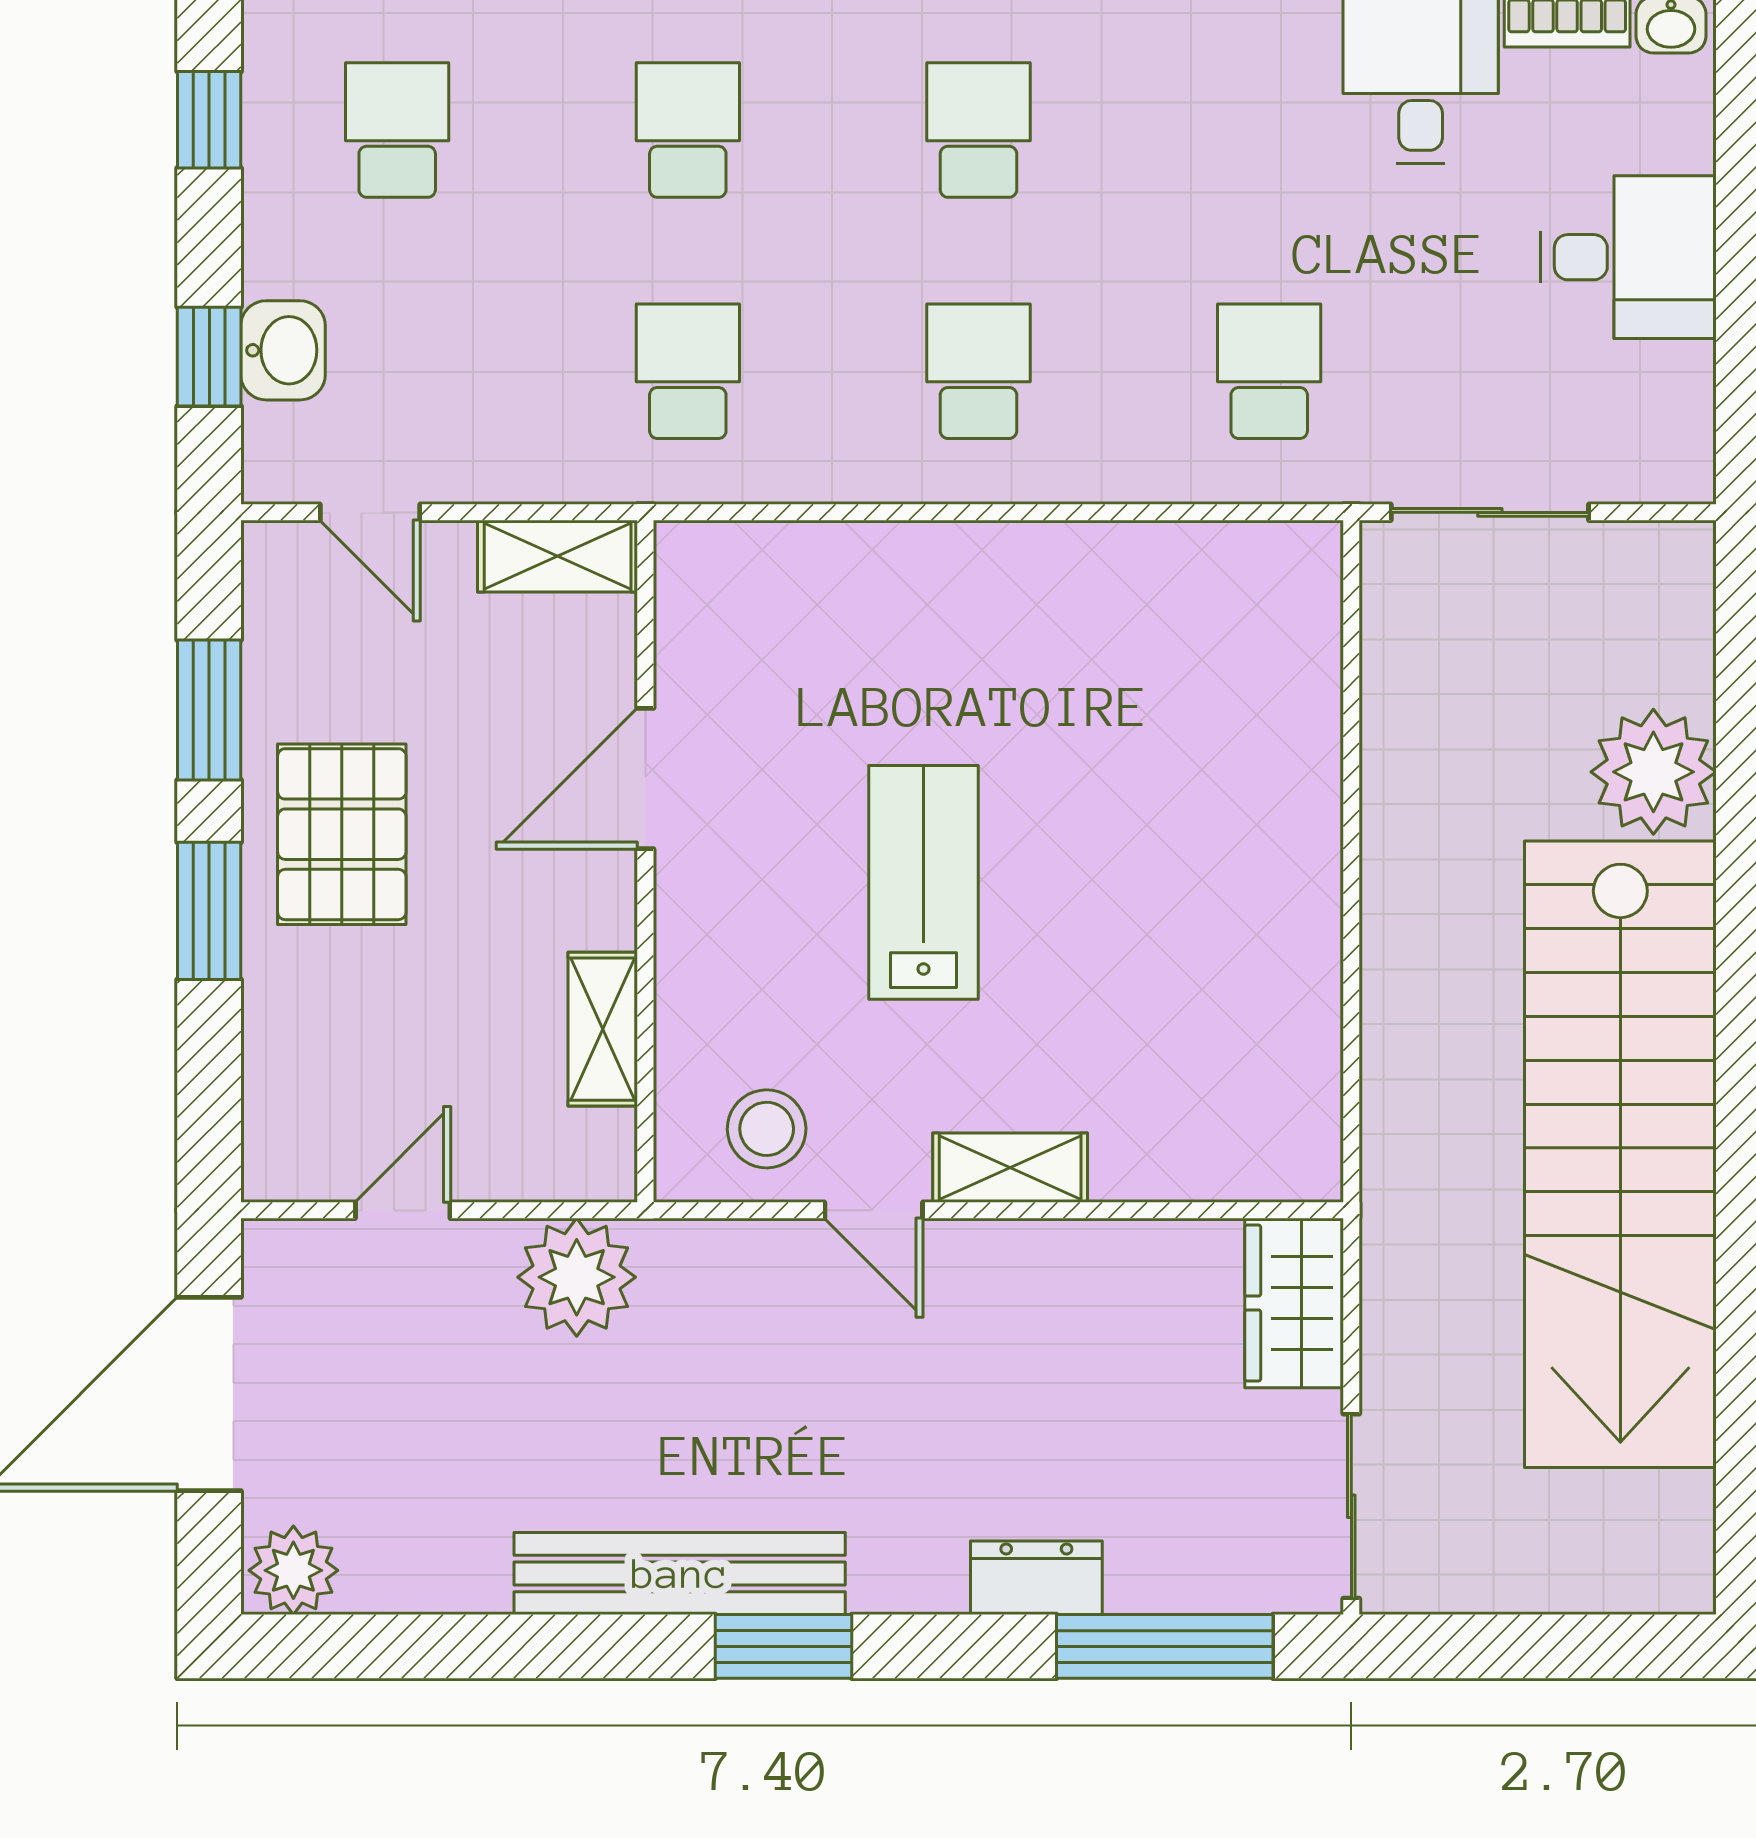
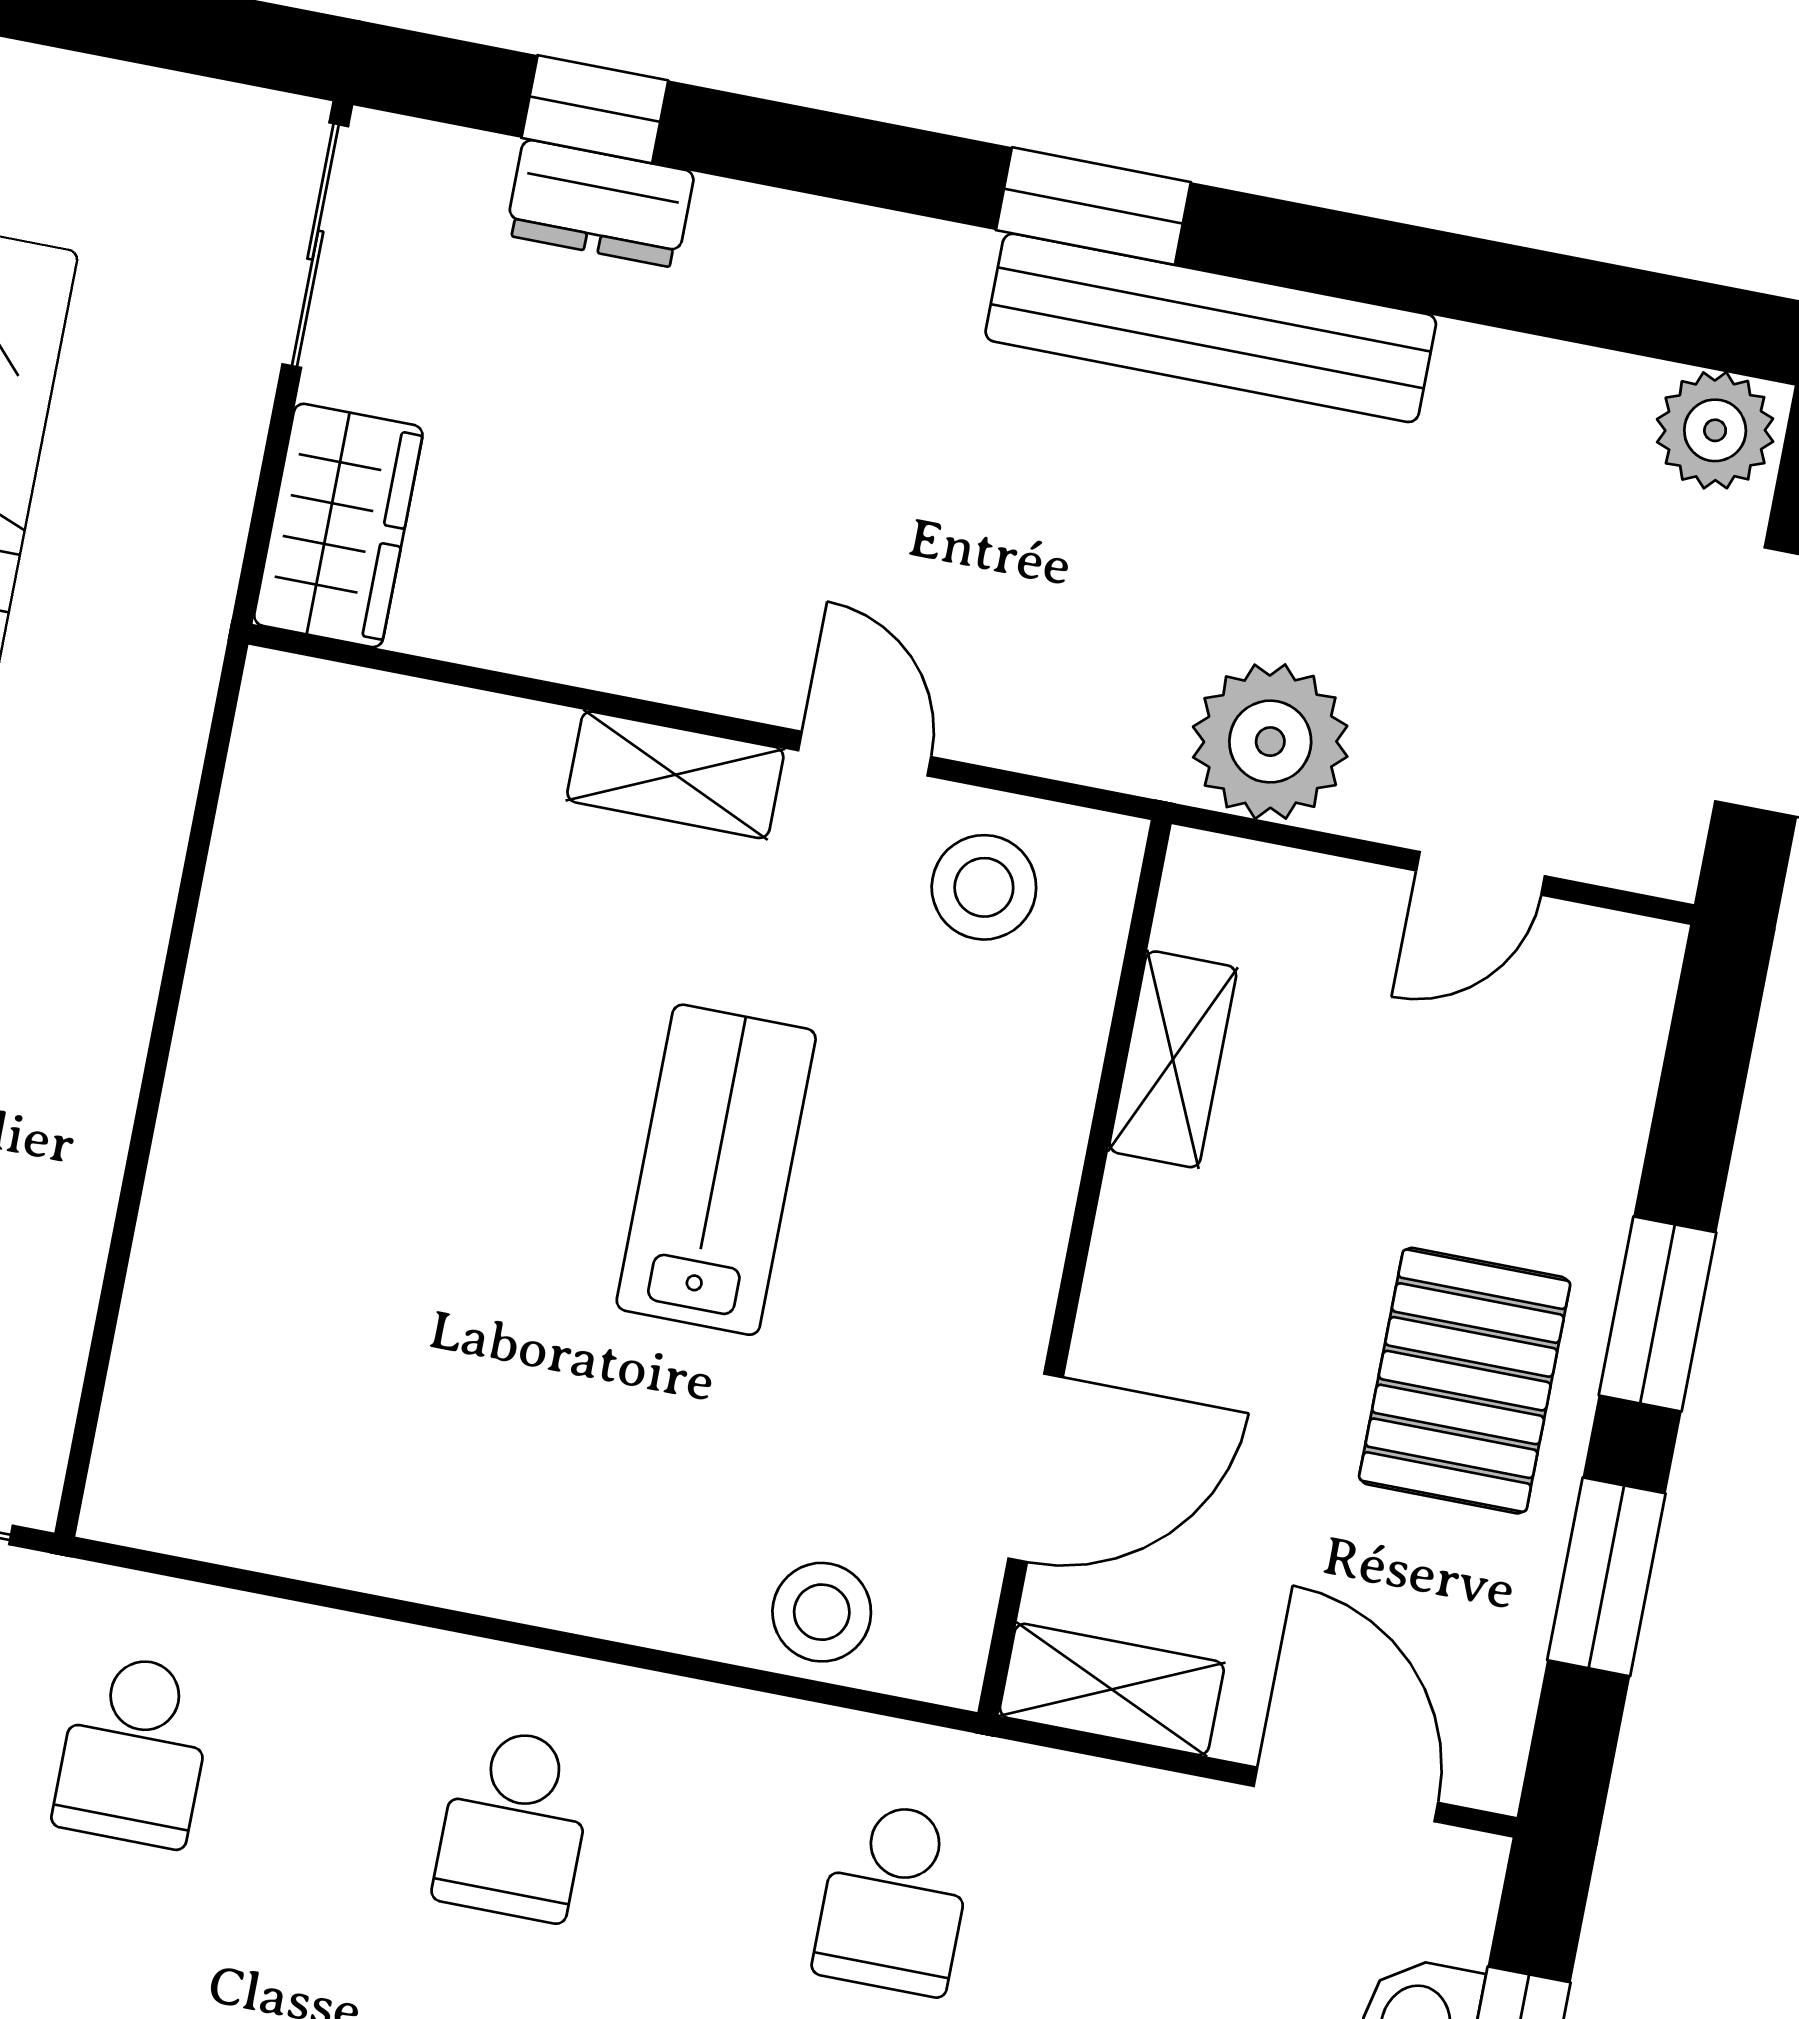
door: (370, 512) -> (1346, 1794), width x1.38
stool: (782, 572) -> (822, 1612), added
door: (645, 778) -> (1036, 1468), moved
lab bench: (923, 882) -> (716, 1170), turned 180
dresser: (1036, 1578) -> (600, 203), moved
window: (1165, 1646) -> (595, 109), width x0.46

